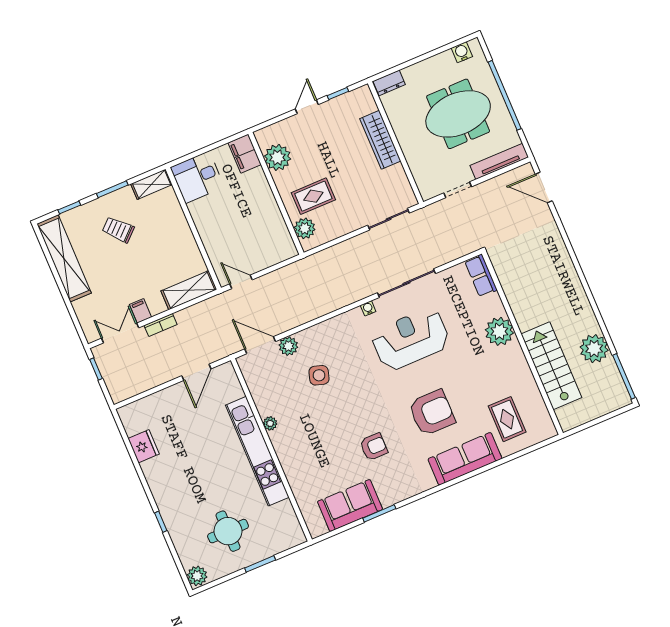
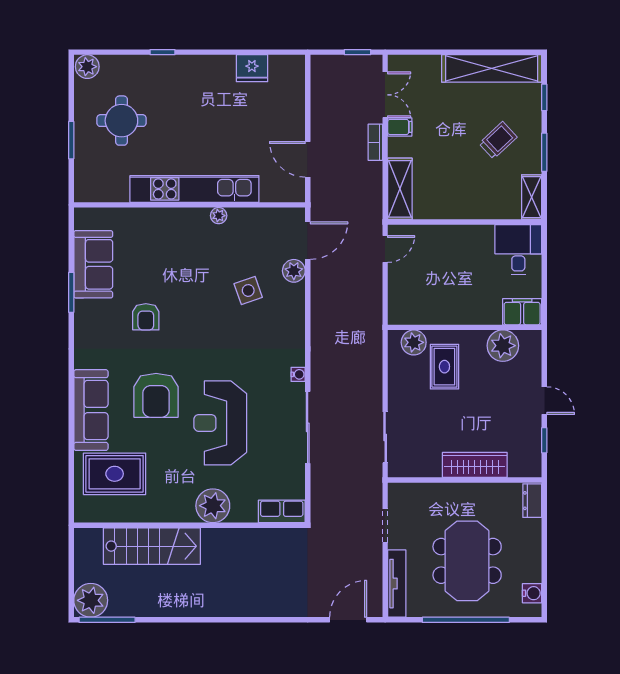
reception desk: (411, 339) -> (220, 423), moved, turned 180
plant: (594, 349) -> (91, 600), moved
side table: (319, 375) -> (248, 290), turned -36
rug: (507, 419) -> (115, 474), width x1.36, depth x1.43

